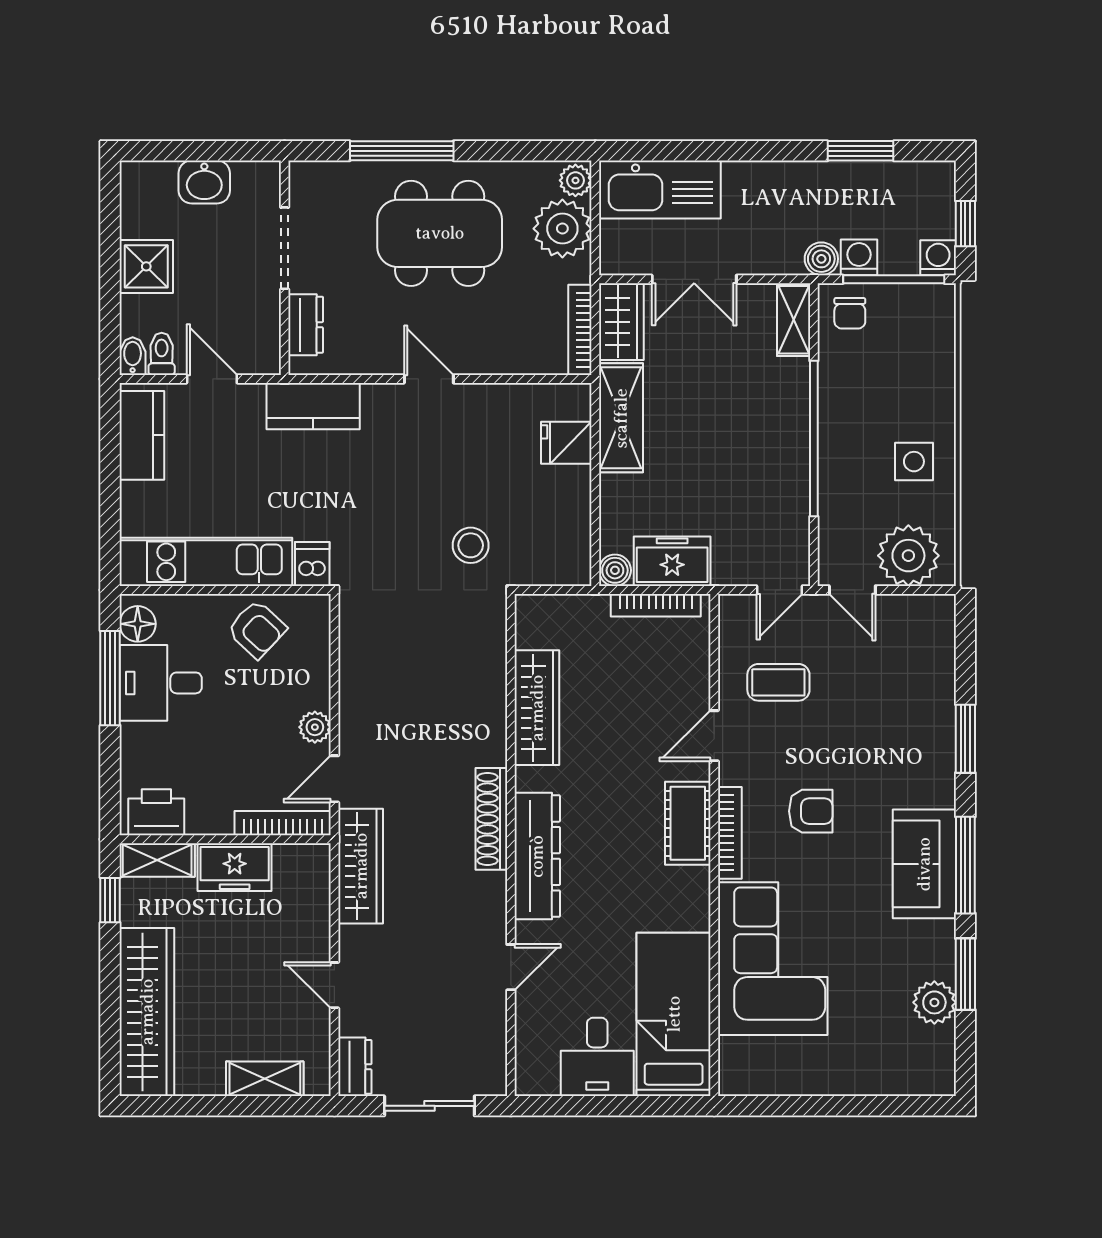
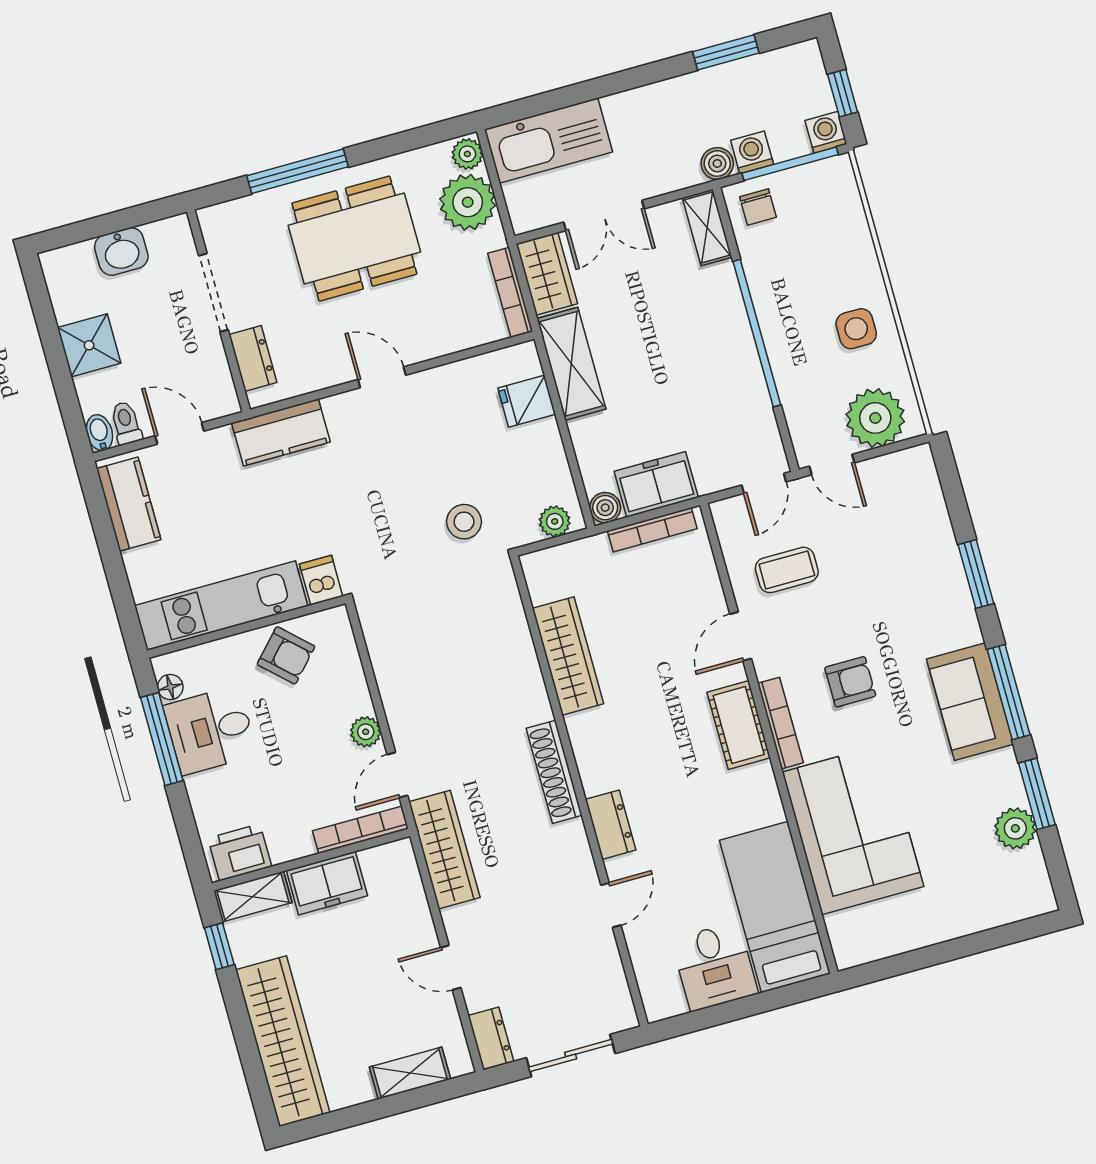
plant: (561, 570) -> (555, 521), added
floor lamp: (138, 624) -> (170, 687), width x0.73, depth x0.73
dresser: (537, 856) -> (611, 825), width x0.51, depth x0.80

